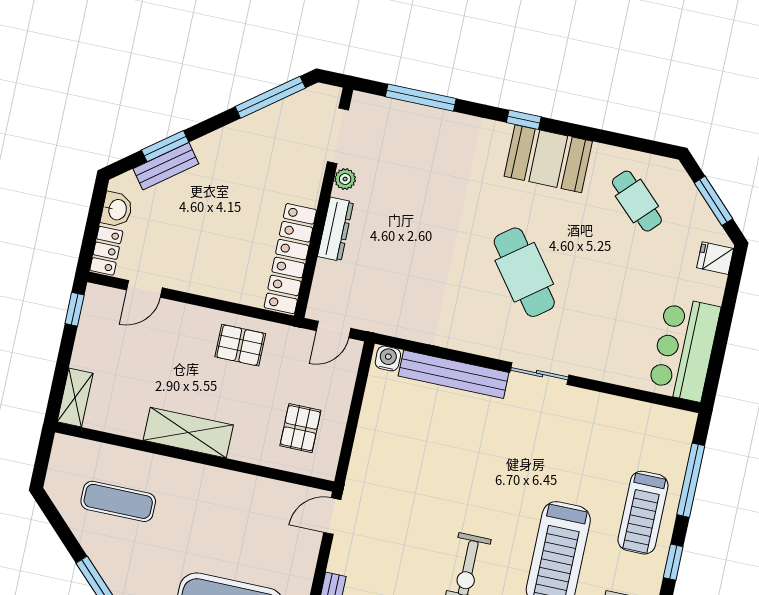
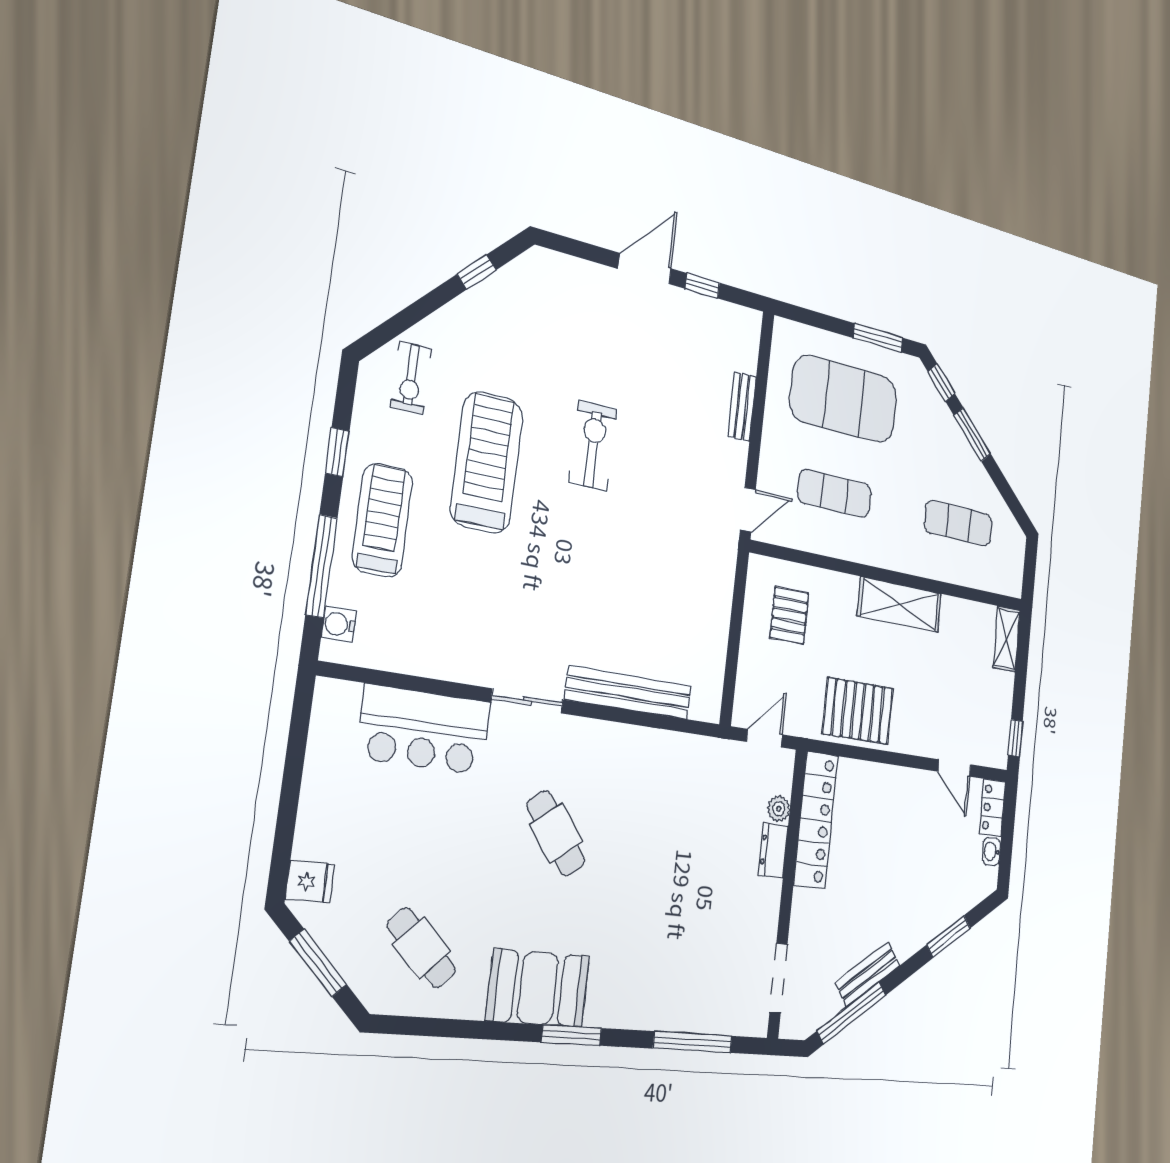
window: (524, 120) -> (572, 1035), width x1.50
bench: (166, 166) -> (868, 974), moved
plant: (345, 179) -> (779, 809), moved
washbasin: (117, 210) -> (991, 852), width x0.72, depth x0.69
dresser: (336, 229) -> (773, 850), width x0.70
cafe table: (524, 272) -> (556, 833), width x0.73, depth x0.74
door: (144, 289) -> (954, 768), swing flipped
pallet: (240, 345) -> (858, 711), width x1.50, depth x1.42
bar counter: (684, 349) -> (424, 730), moved, turned 90
water cooler: (388, 358) -> (339, 624), moved, turned 90
exercise mat: (246, 529) -> (835, 493), added

